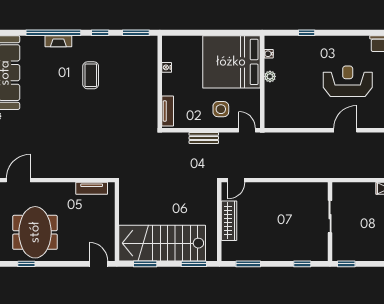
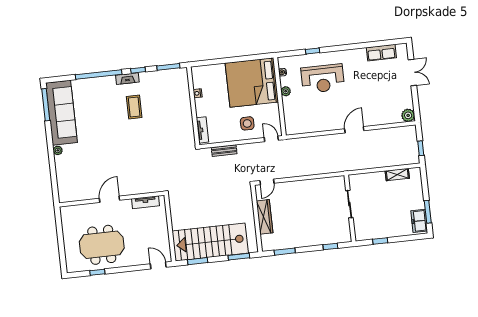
fireplace: (58, 41) -> (127, 79), moved
reception desk: (348, 81) -> (323, 79), moved, turned 180
bench: (204, 138) -> (224, 151), moved
door: (18, 180) -> (109, 199), moved
meeting table: (35, 232) -> (102, 245), turned 90
window: (346, 264) -> (380, 241), moved

